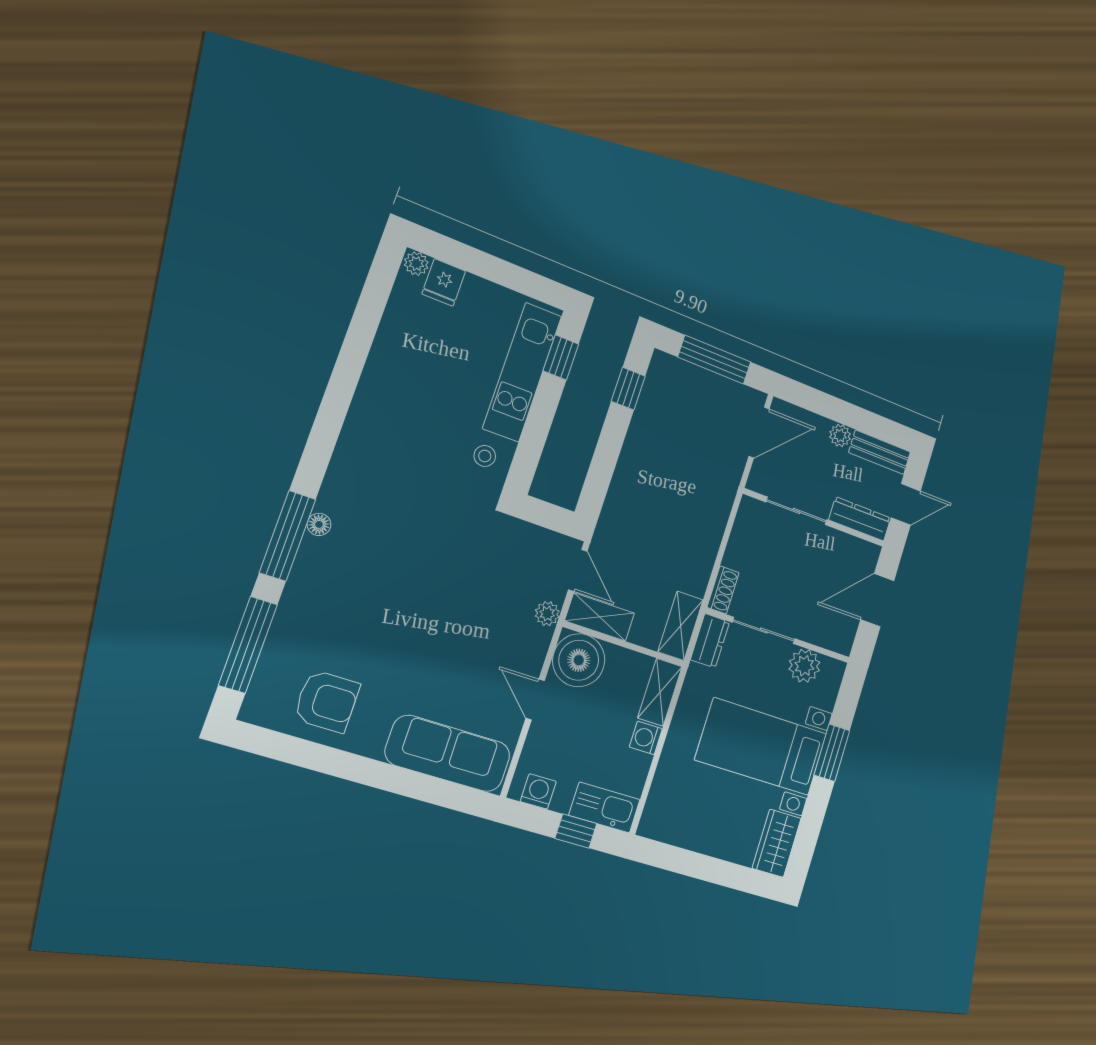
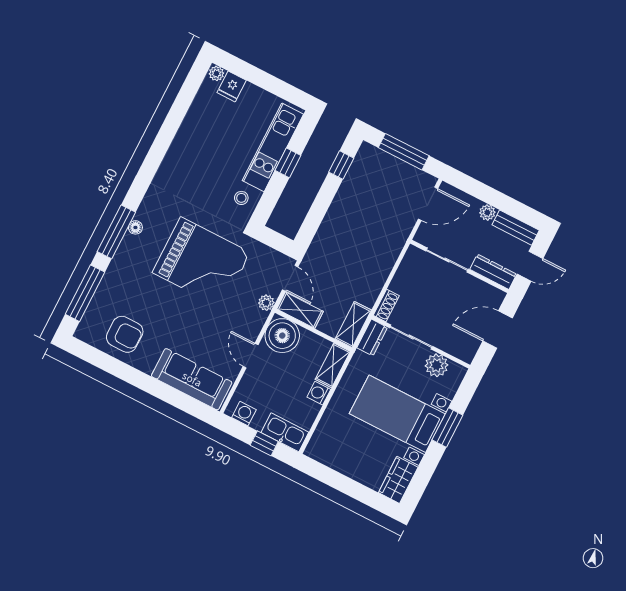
window: (561, 357) -> (288, 163), moved
grand piano: (436, 566) -> (201, 263), added

